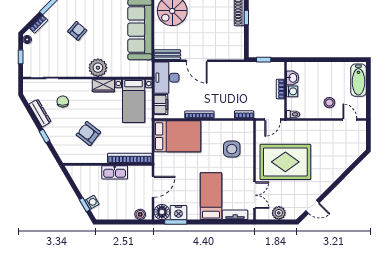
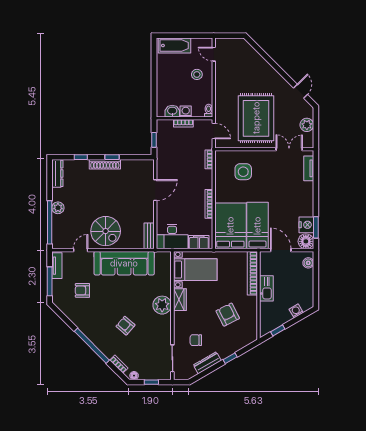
door: (197, 61) -> (155, 190), moved
door: (350, 119) -> (214, 54), hinge flipped
armchair: (88, 134) -> (228, 315), turned 115
bed: (211, 196) -> (257, 226), moved, turned 90
window: (85, 205) -> (278, 330), moved

